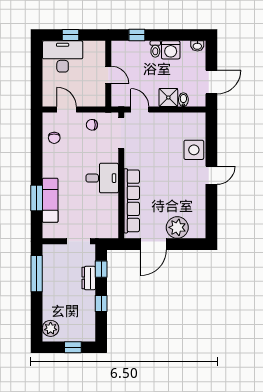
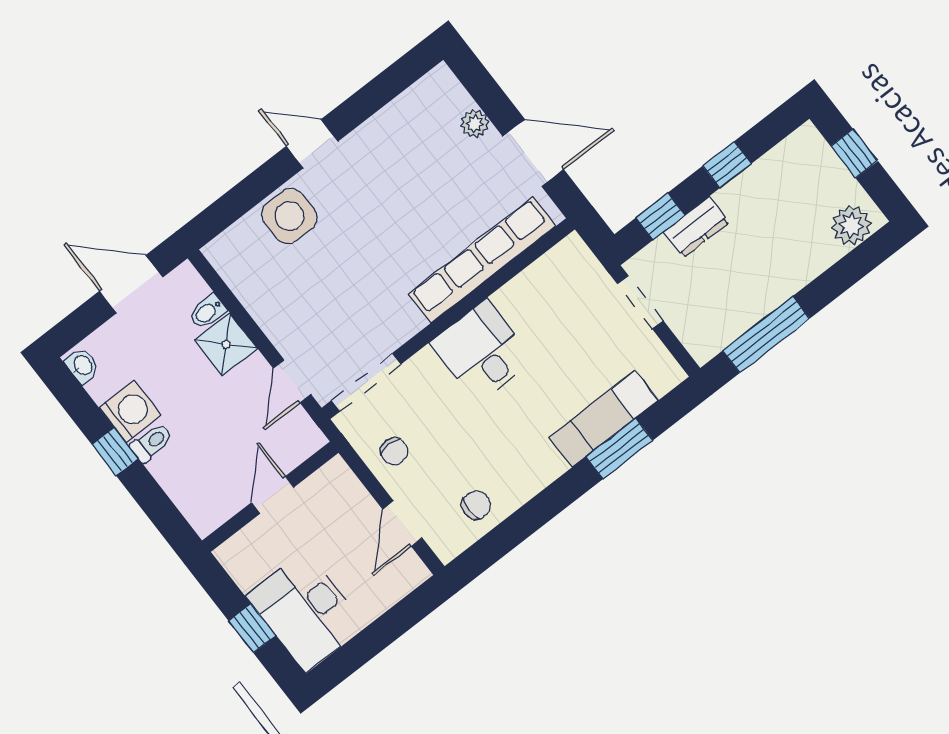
window: (137, 35) -> (115, 452), moved
plant: (177, 227) -> (475, 124), width x0.53, depth x0.53

